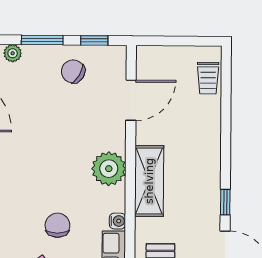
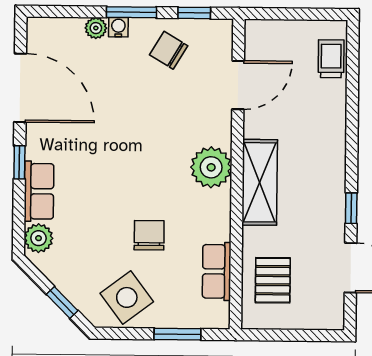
trolley: (208, 78) -> (331, 59), turned 180
water cooler: (118, 221) -> (118, 27), moved, turned -90

